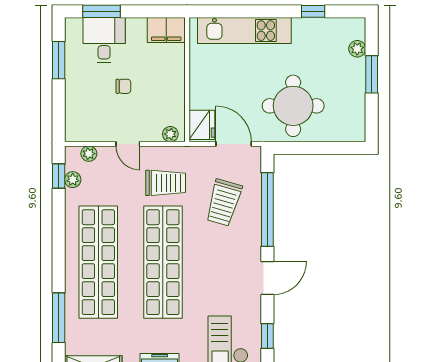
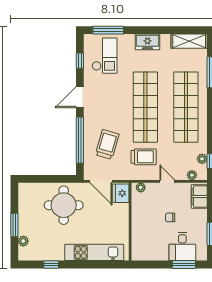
filing cabinet: (166, 30) -> (199, 196), moved, turned -90
trolley: (166, 183) -> (144, 157), turned 180

